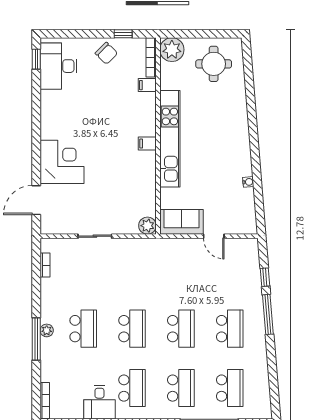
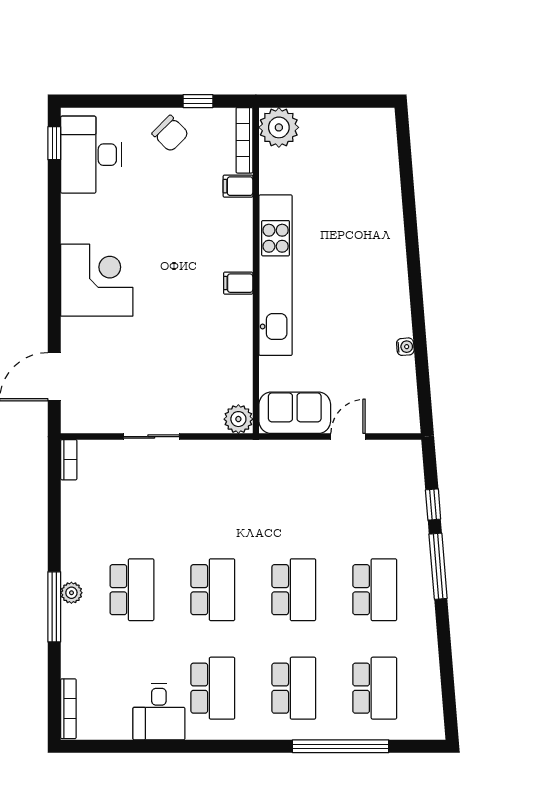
round table: (214, 64) -> (348, 151), removed
corner desk: (62, 162) -> (97, 280), moved
door: (214, 236) -> (348, 437), swing flipped
bookcase: (45, 265) -> (69, 460), moved

